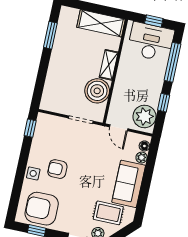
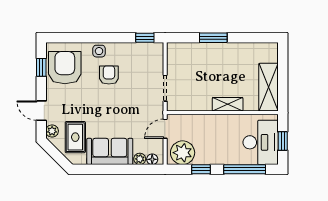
window: (50, 35) -> (213, 38), moved
boiler: (97, 91) -> (198, 98), removed

